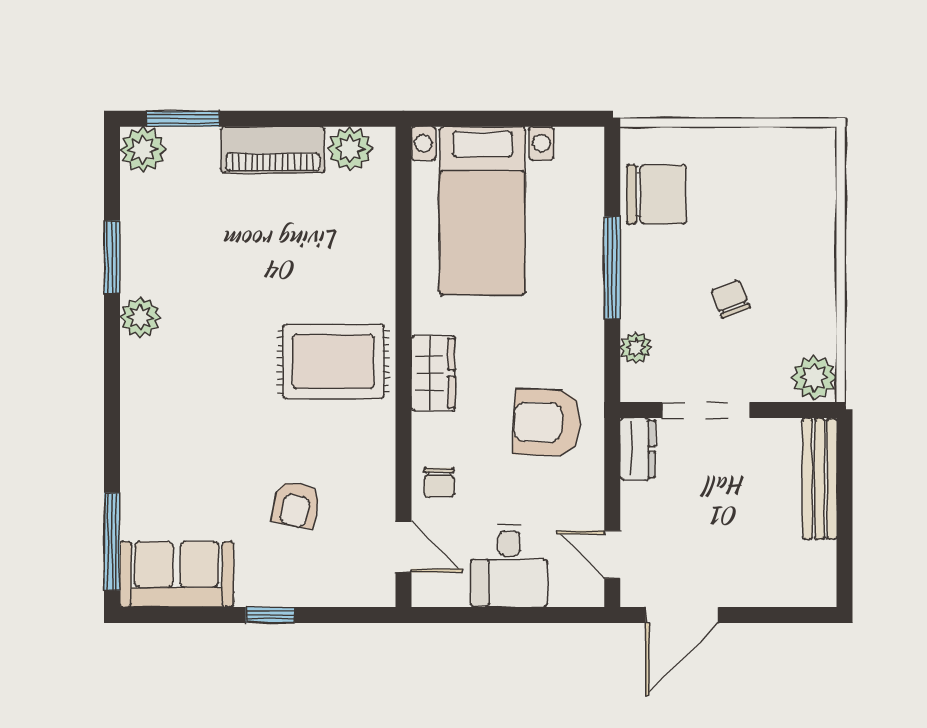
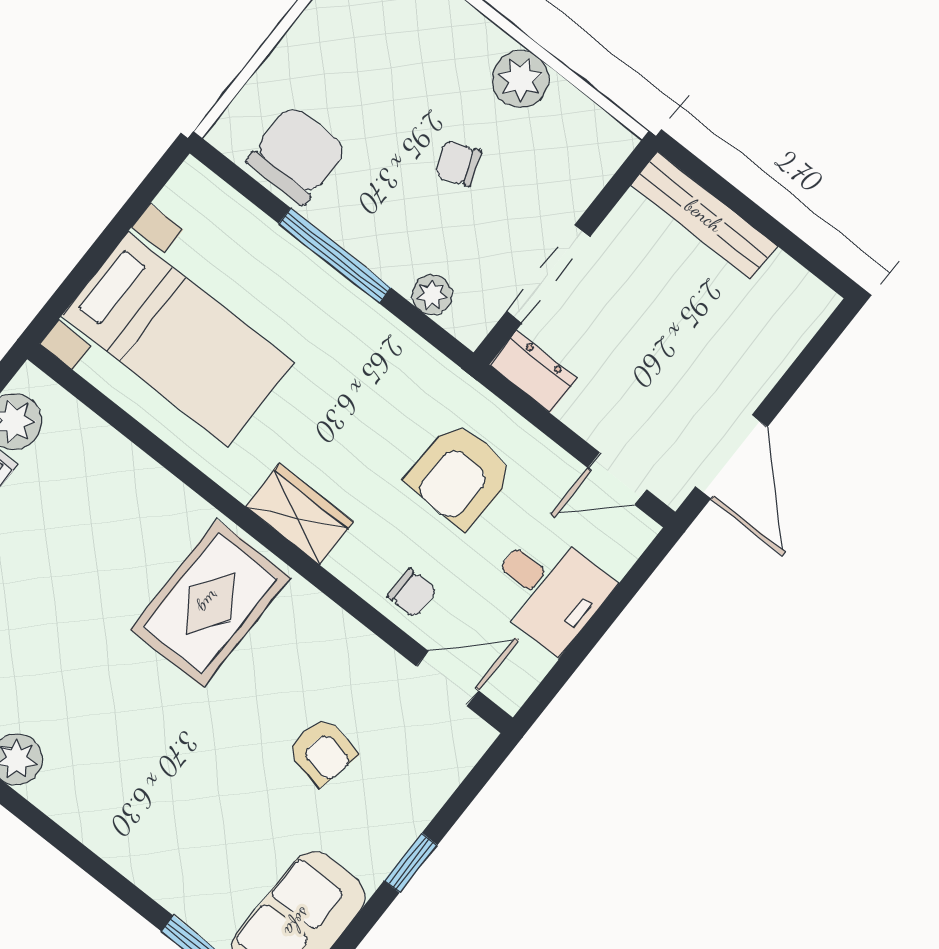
plant: (814, 378) -> (520, 79), moved
armchair: (547, 422) -> (460, 475), moved

